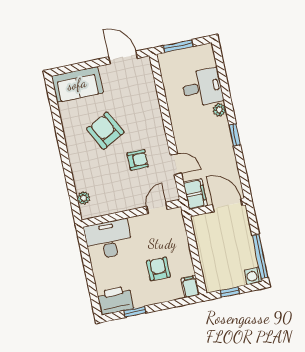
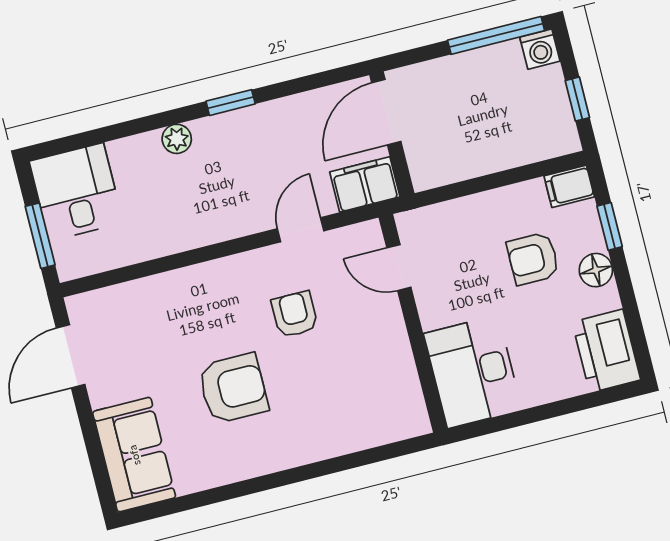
desk: (202, 87) -> (76, 192), moved
armchair: (105, 131) -> (233, 388), turned -152
plant: (84, 198) -> (384, 430), removed
floor lamp: (152, 297) -> (596, 270), added
window: (135, 312) -> (610, 226), moved

